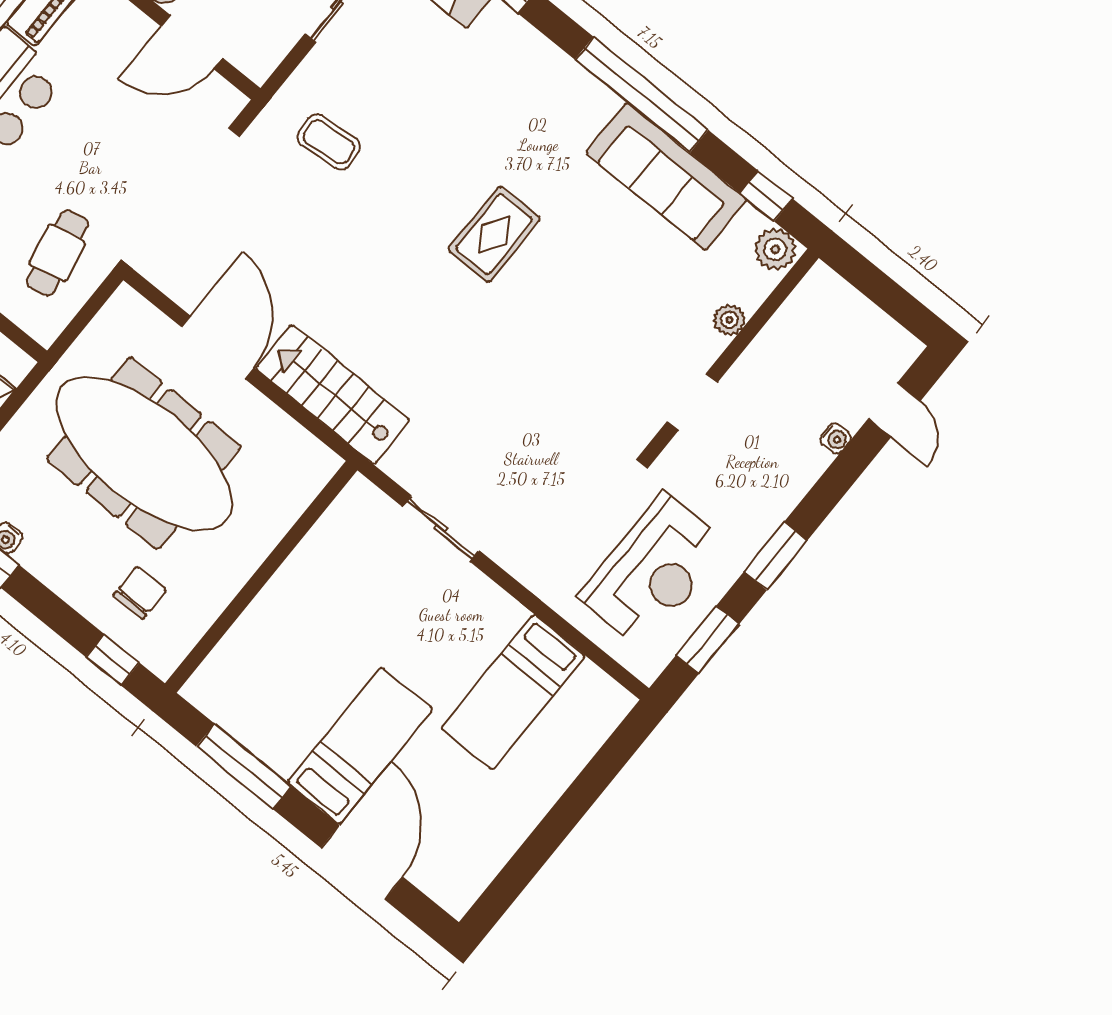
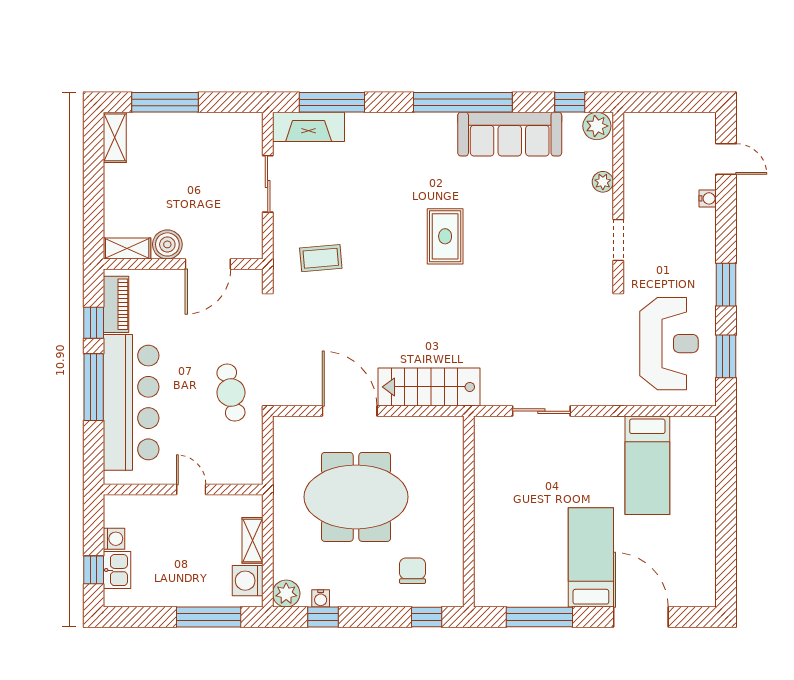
cafe table: (57, 253) -> (231, 393), moved
meeting table: (144, 453) -> (356, 497), width x0.73

